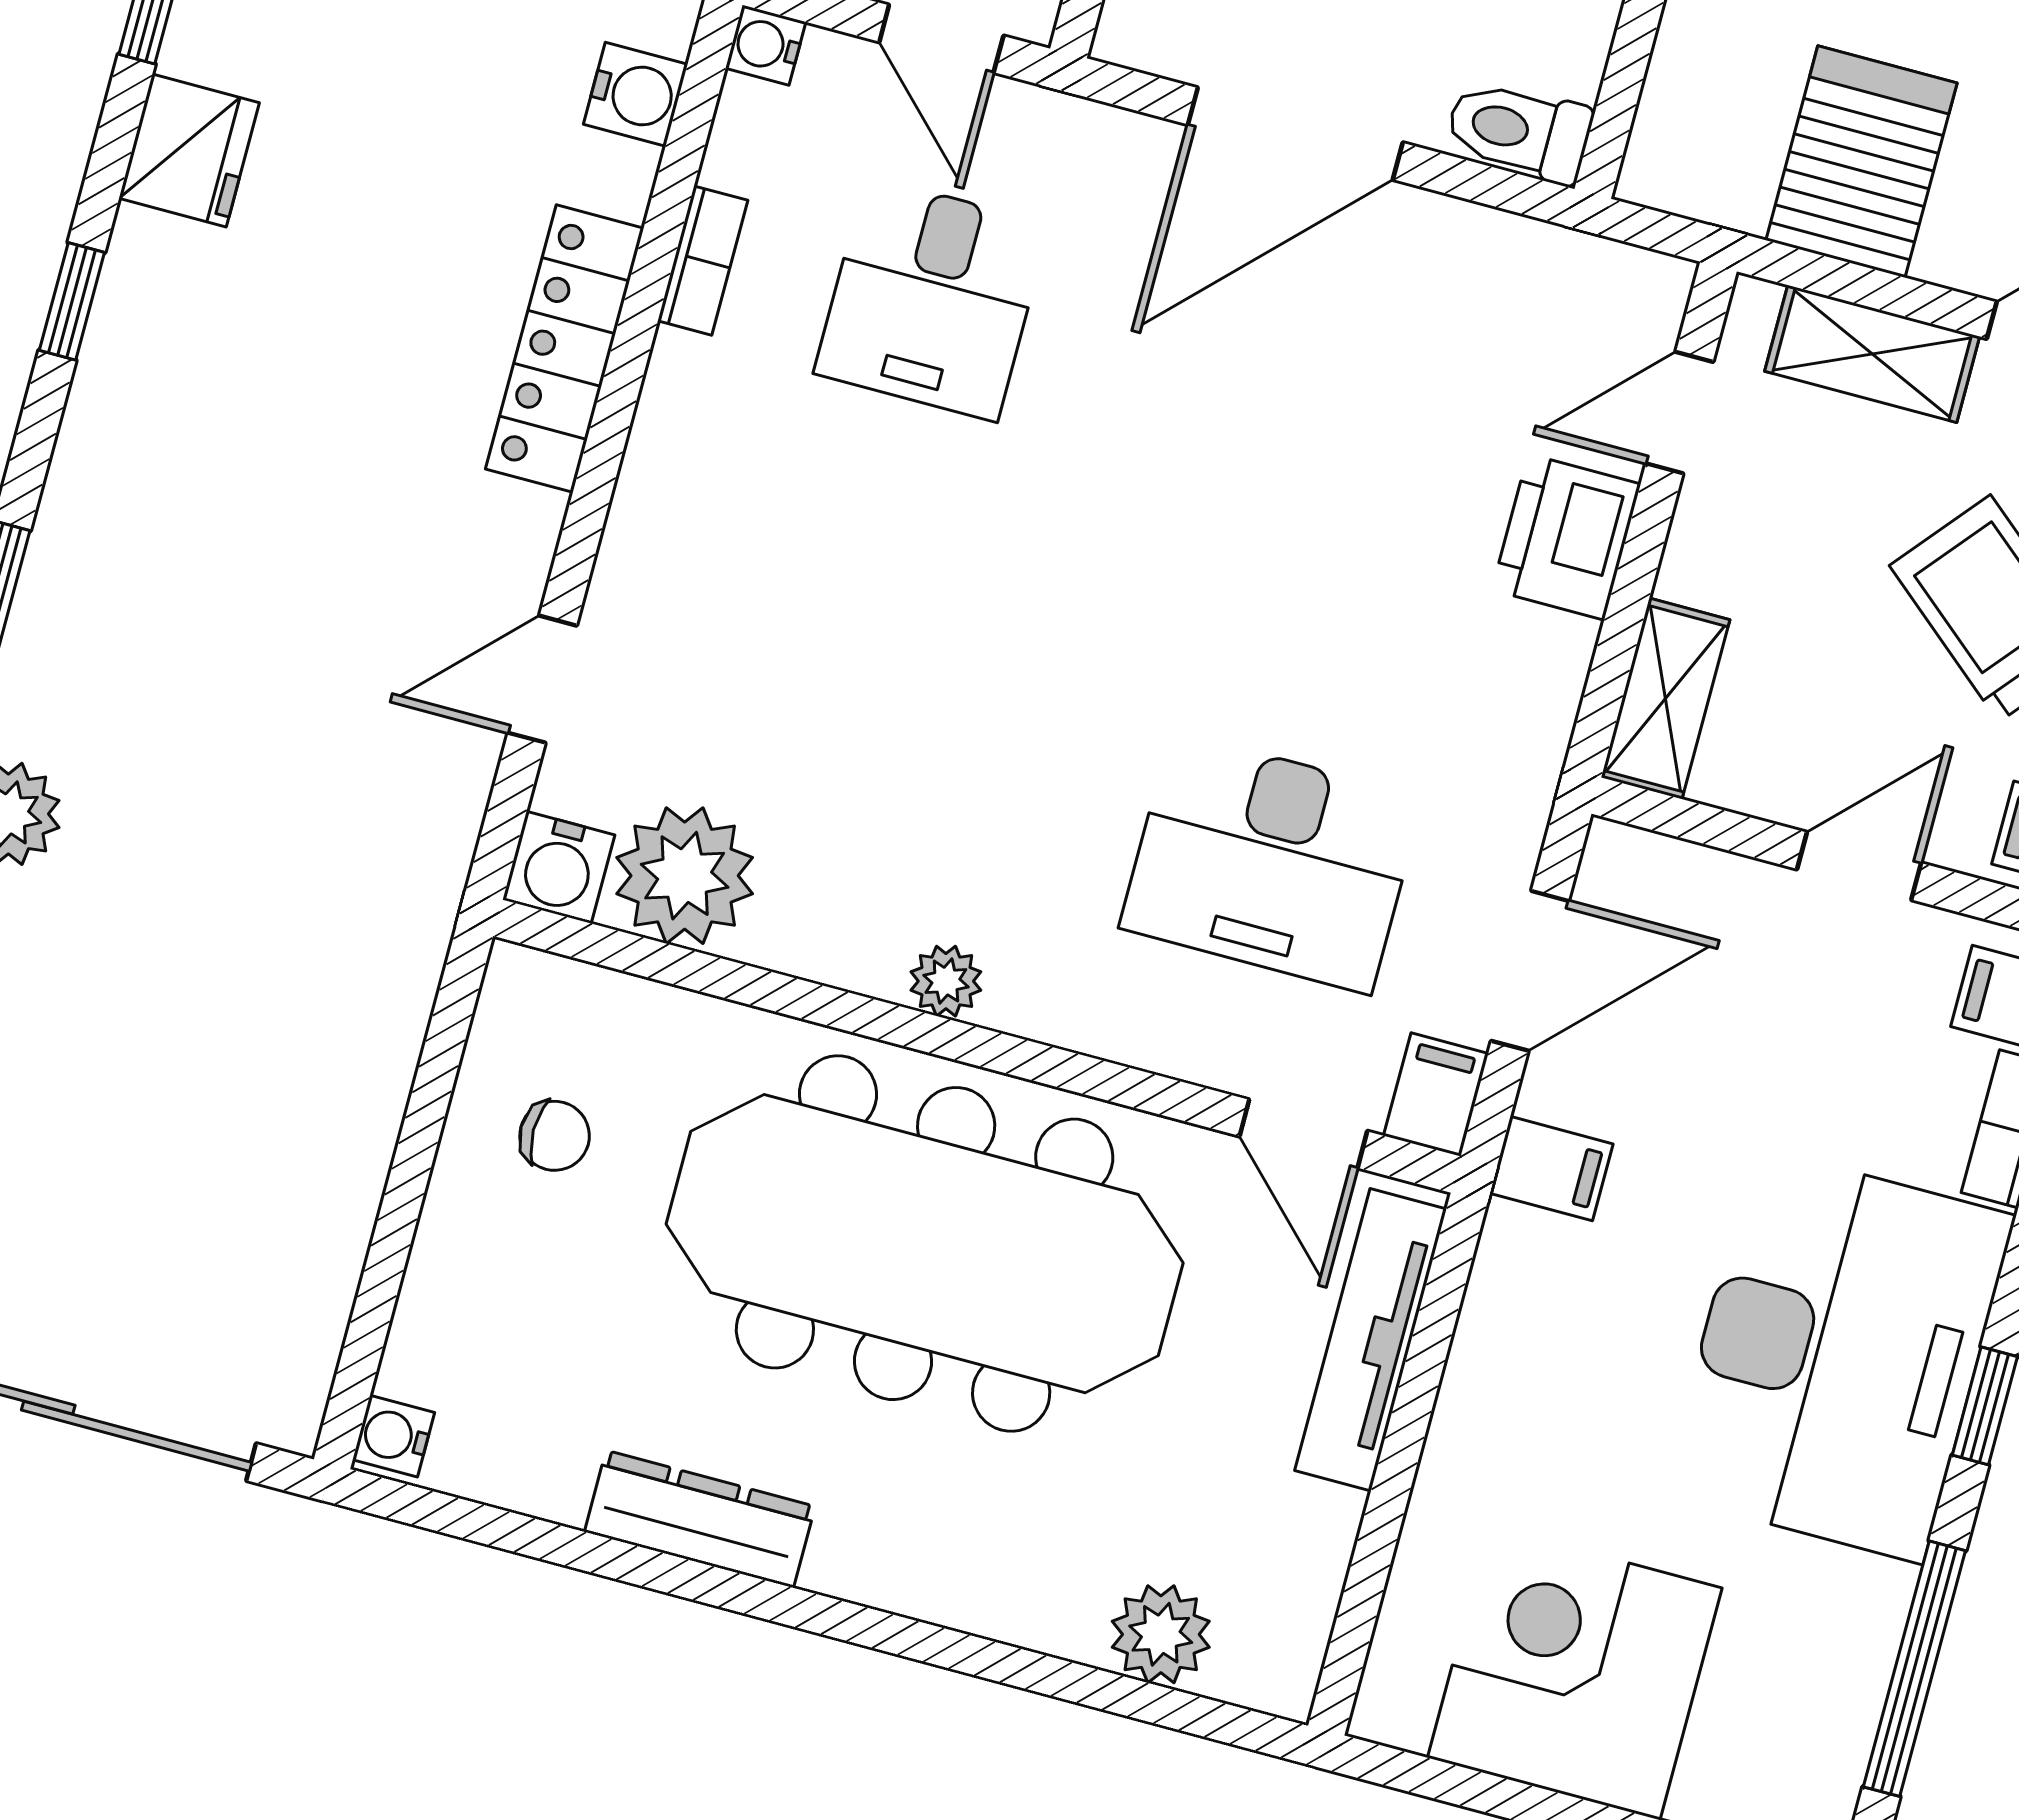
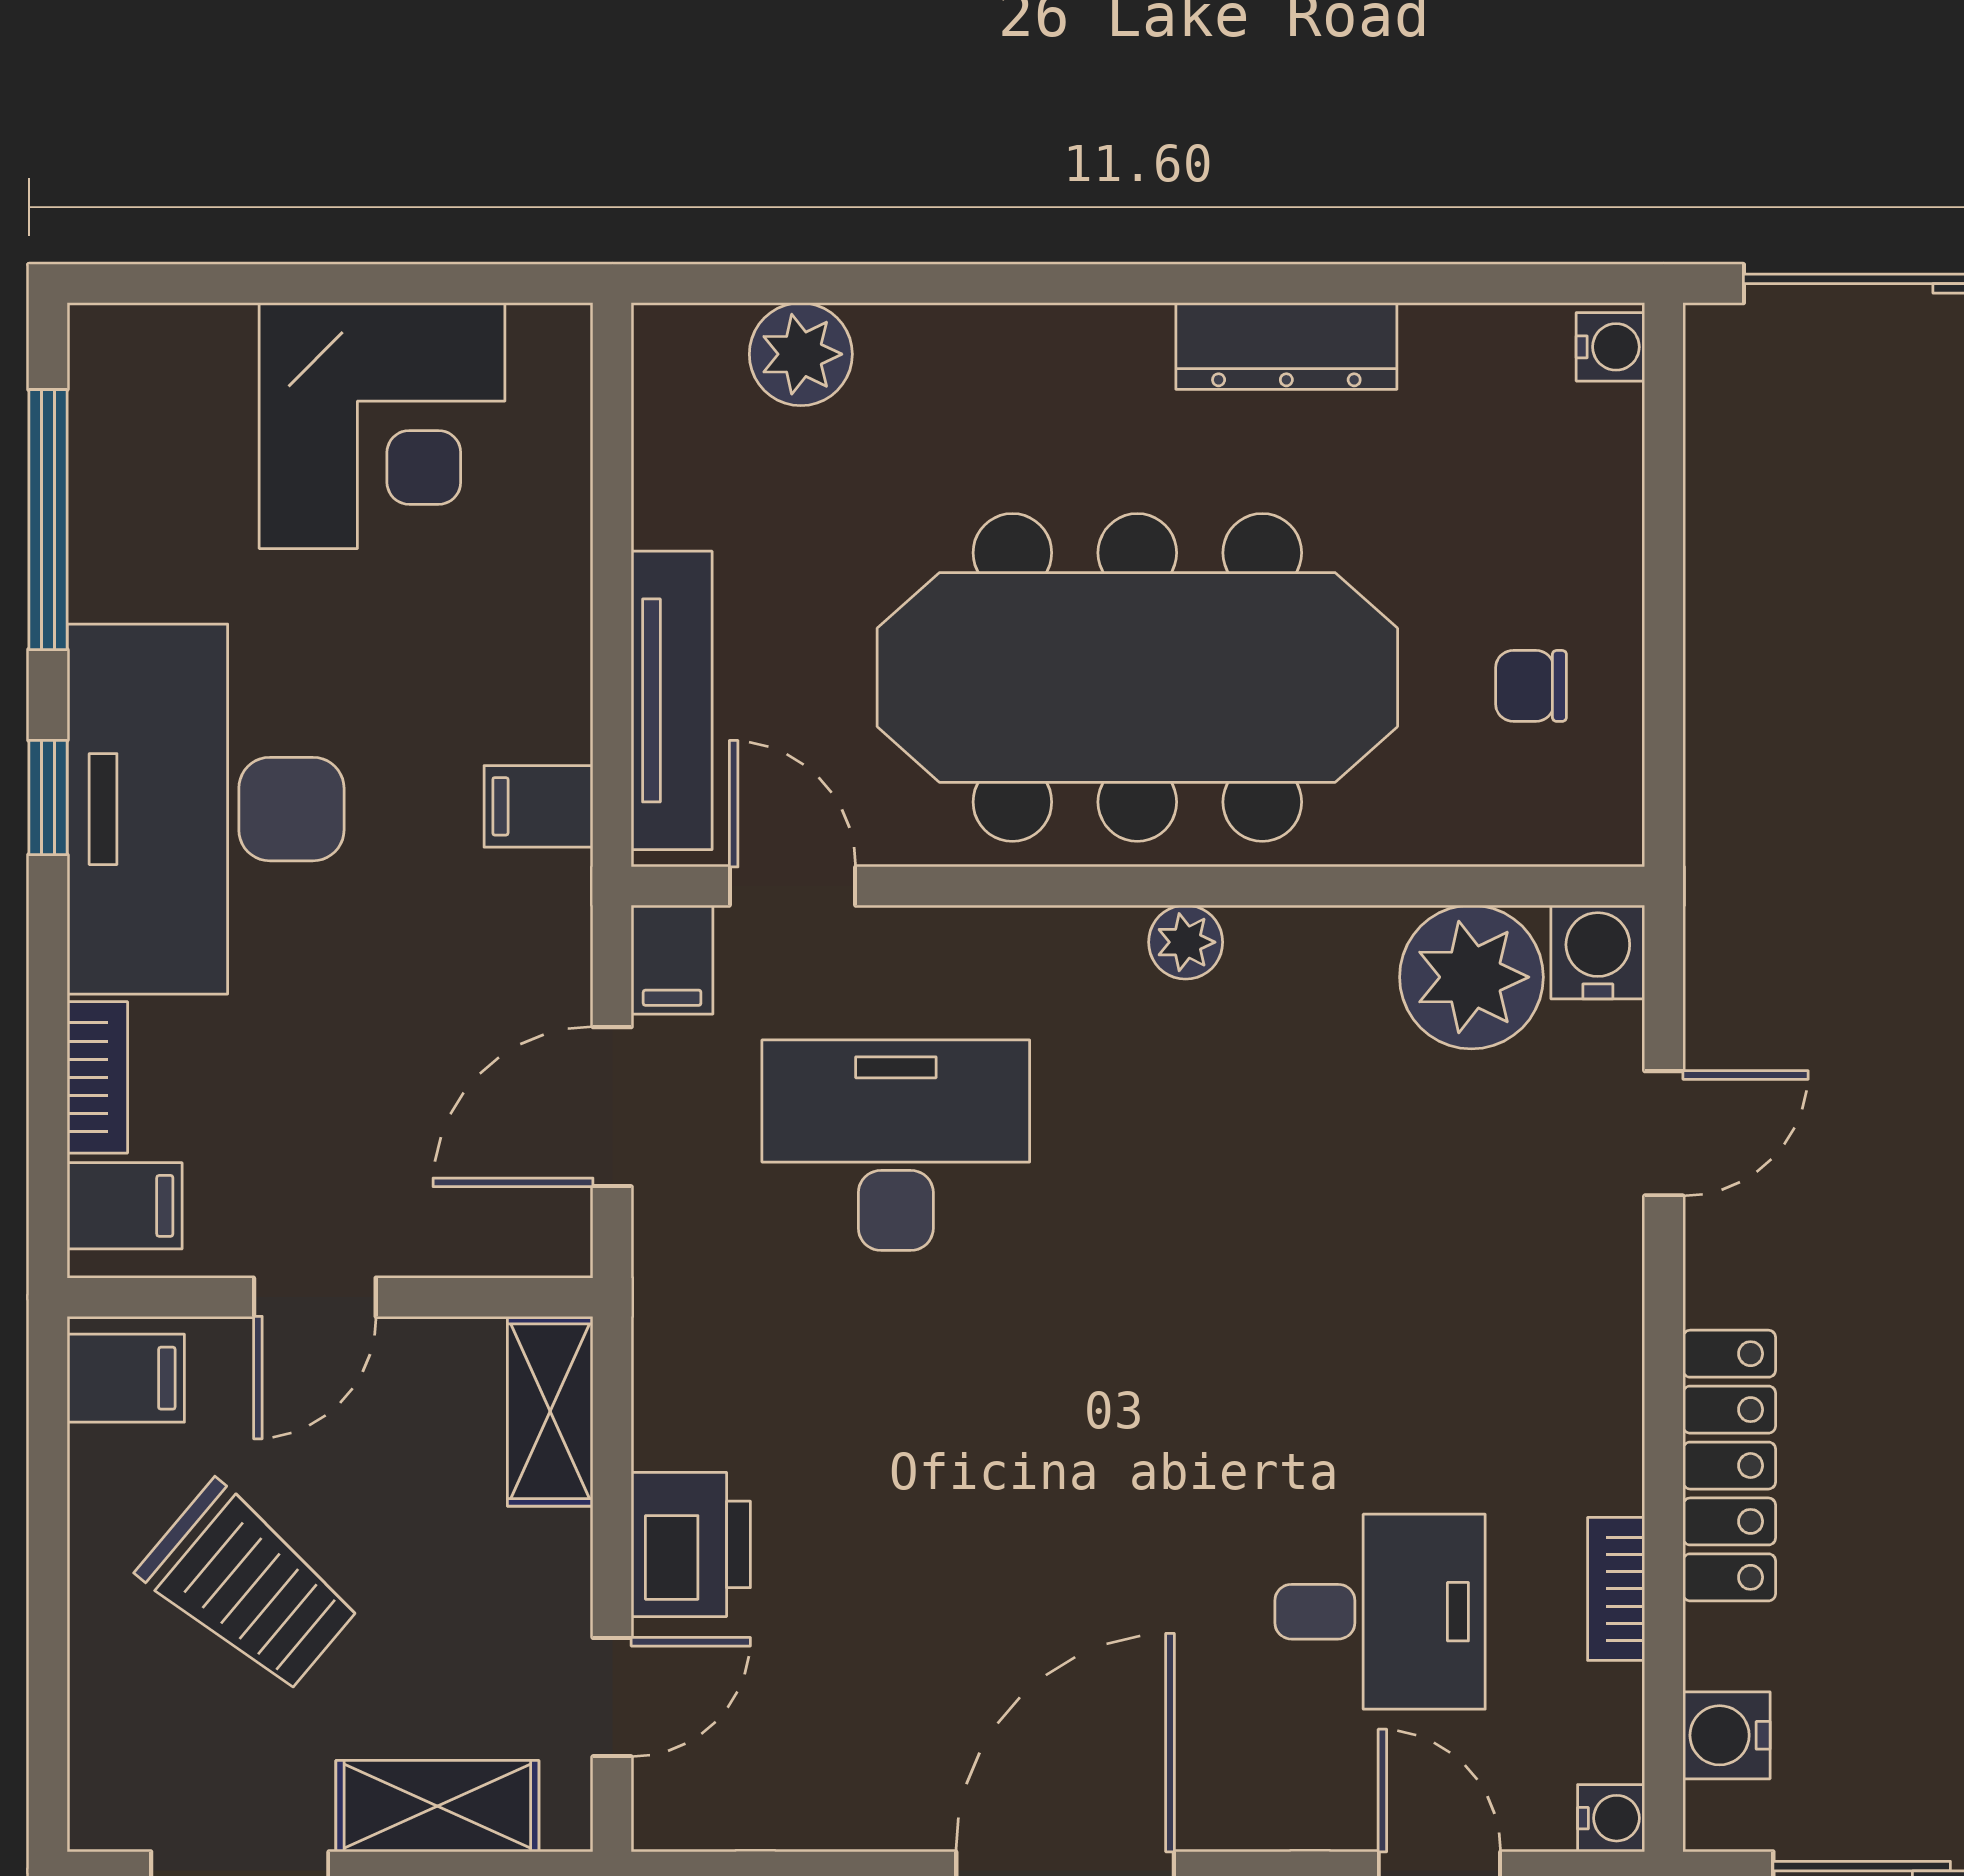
desk: (932, 299) -> (1380, 1612), turned 90
filing cabinet: (1551, 1169) -> (539, 806), moved

